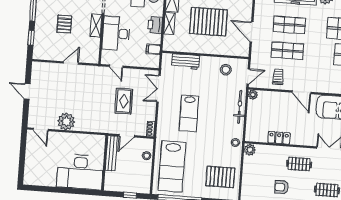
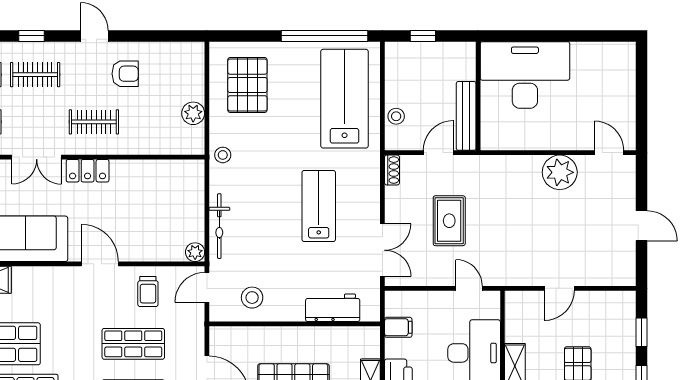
locker: (279, 138) -> (88, 171), moved
plant: (250, 150) -> (193, 113), moved
pallet: (220, 177) -> (247, 85), turned 90

